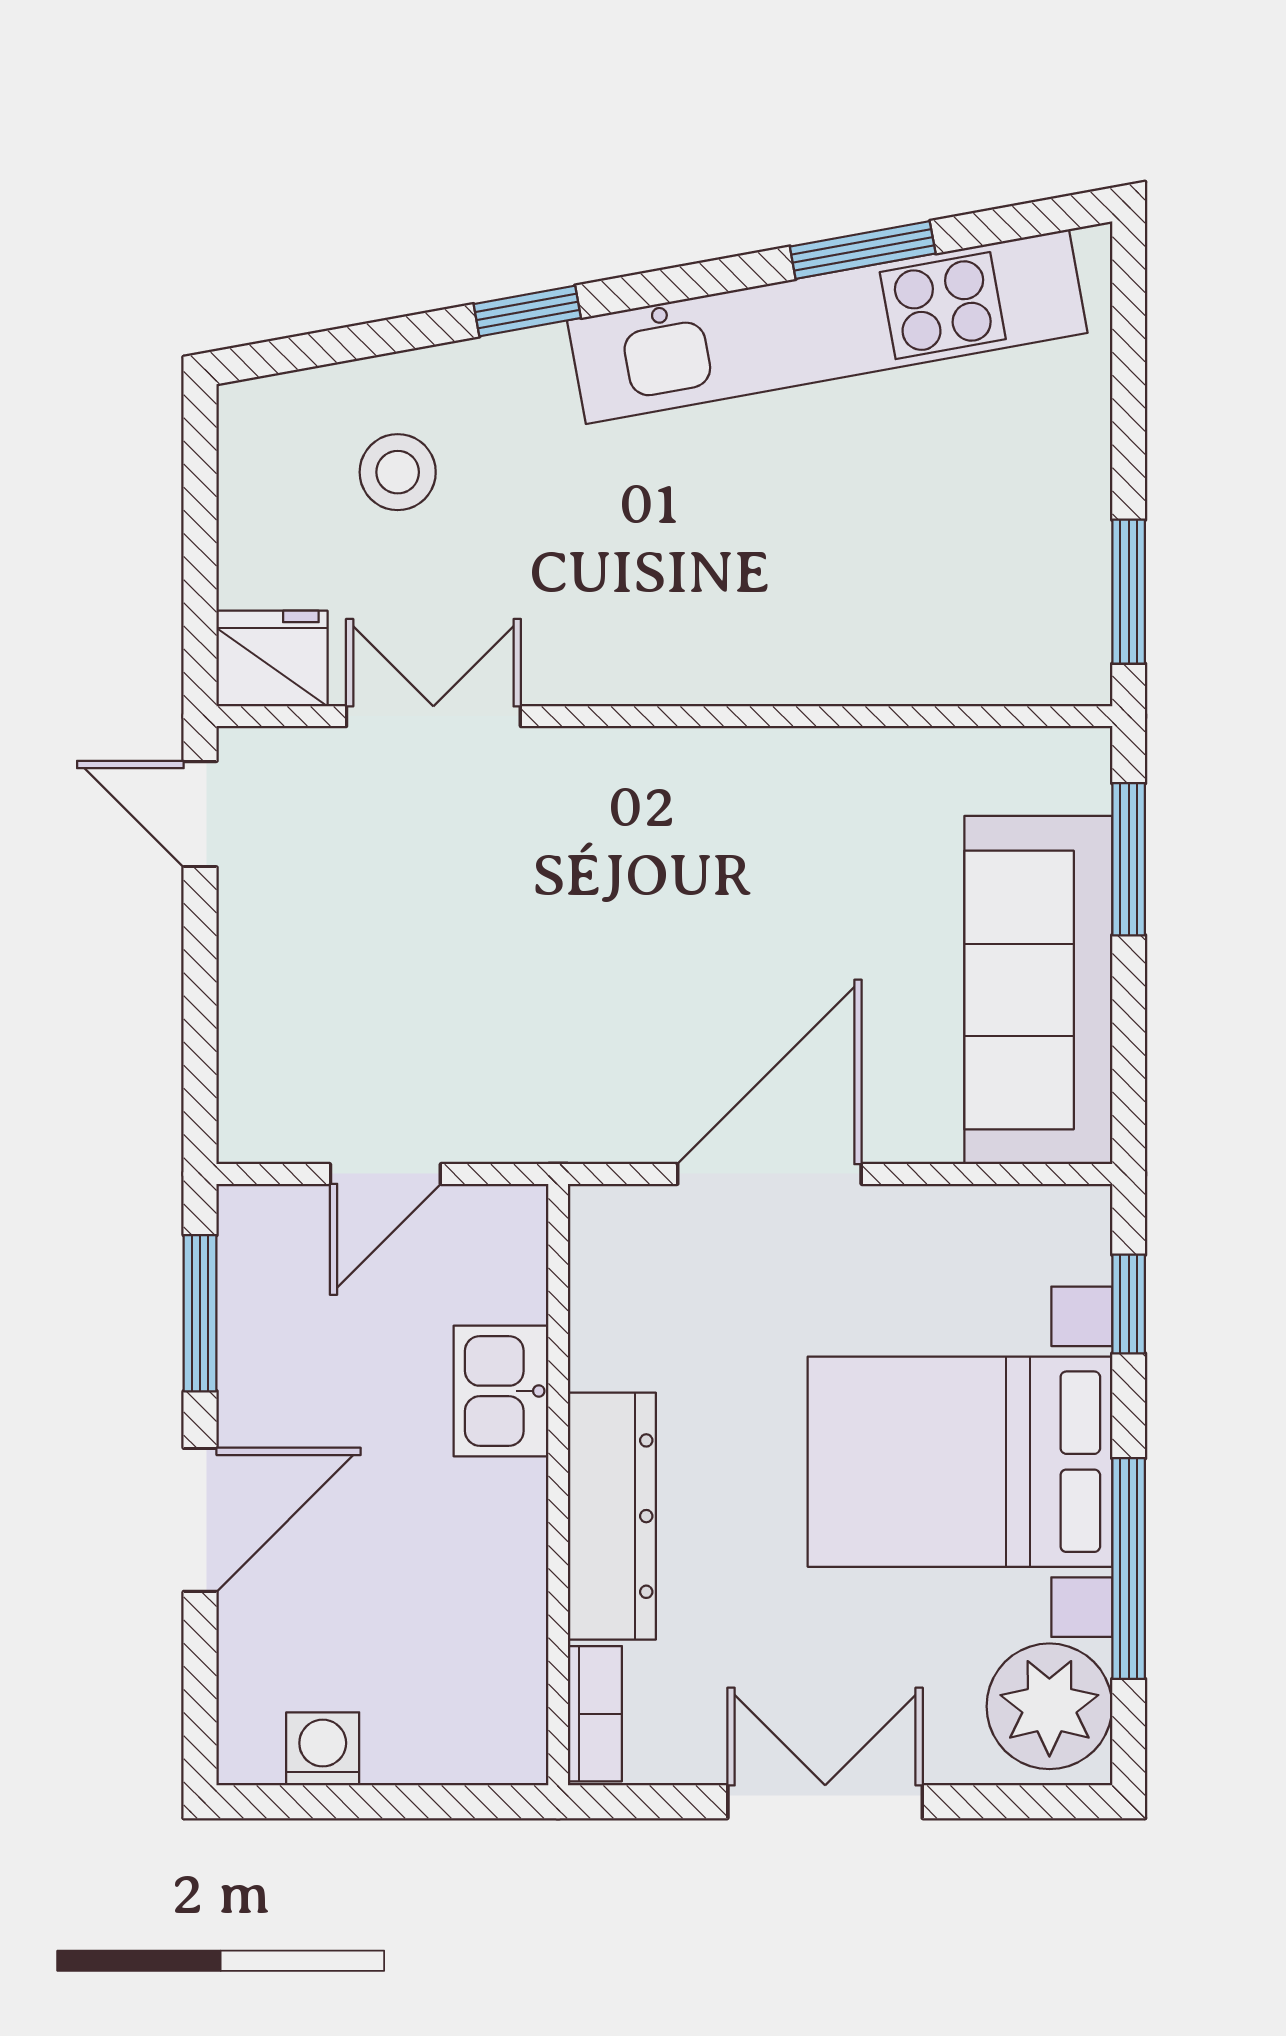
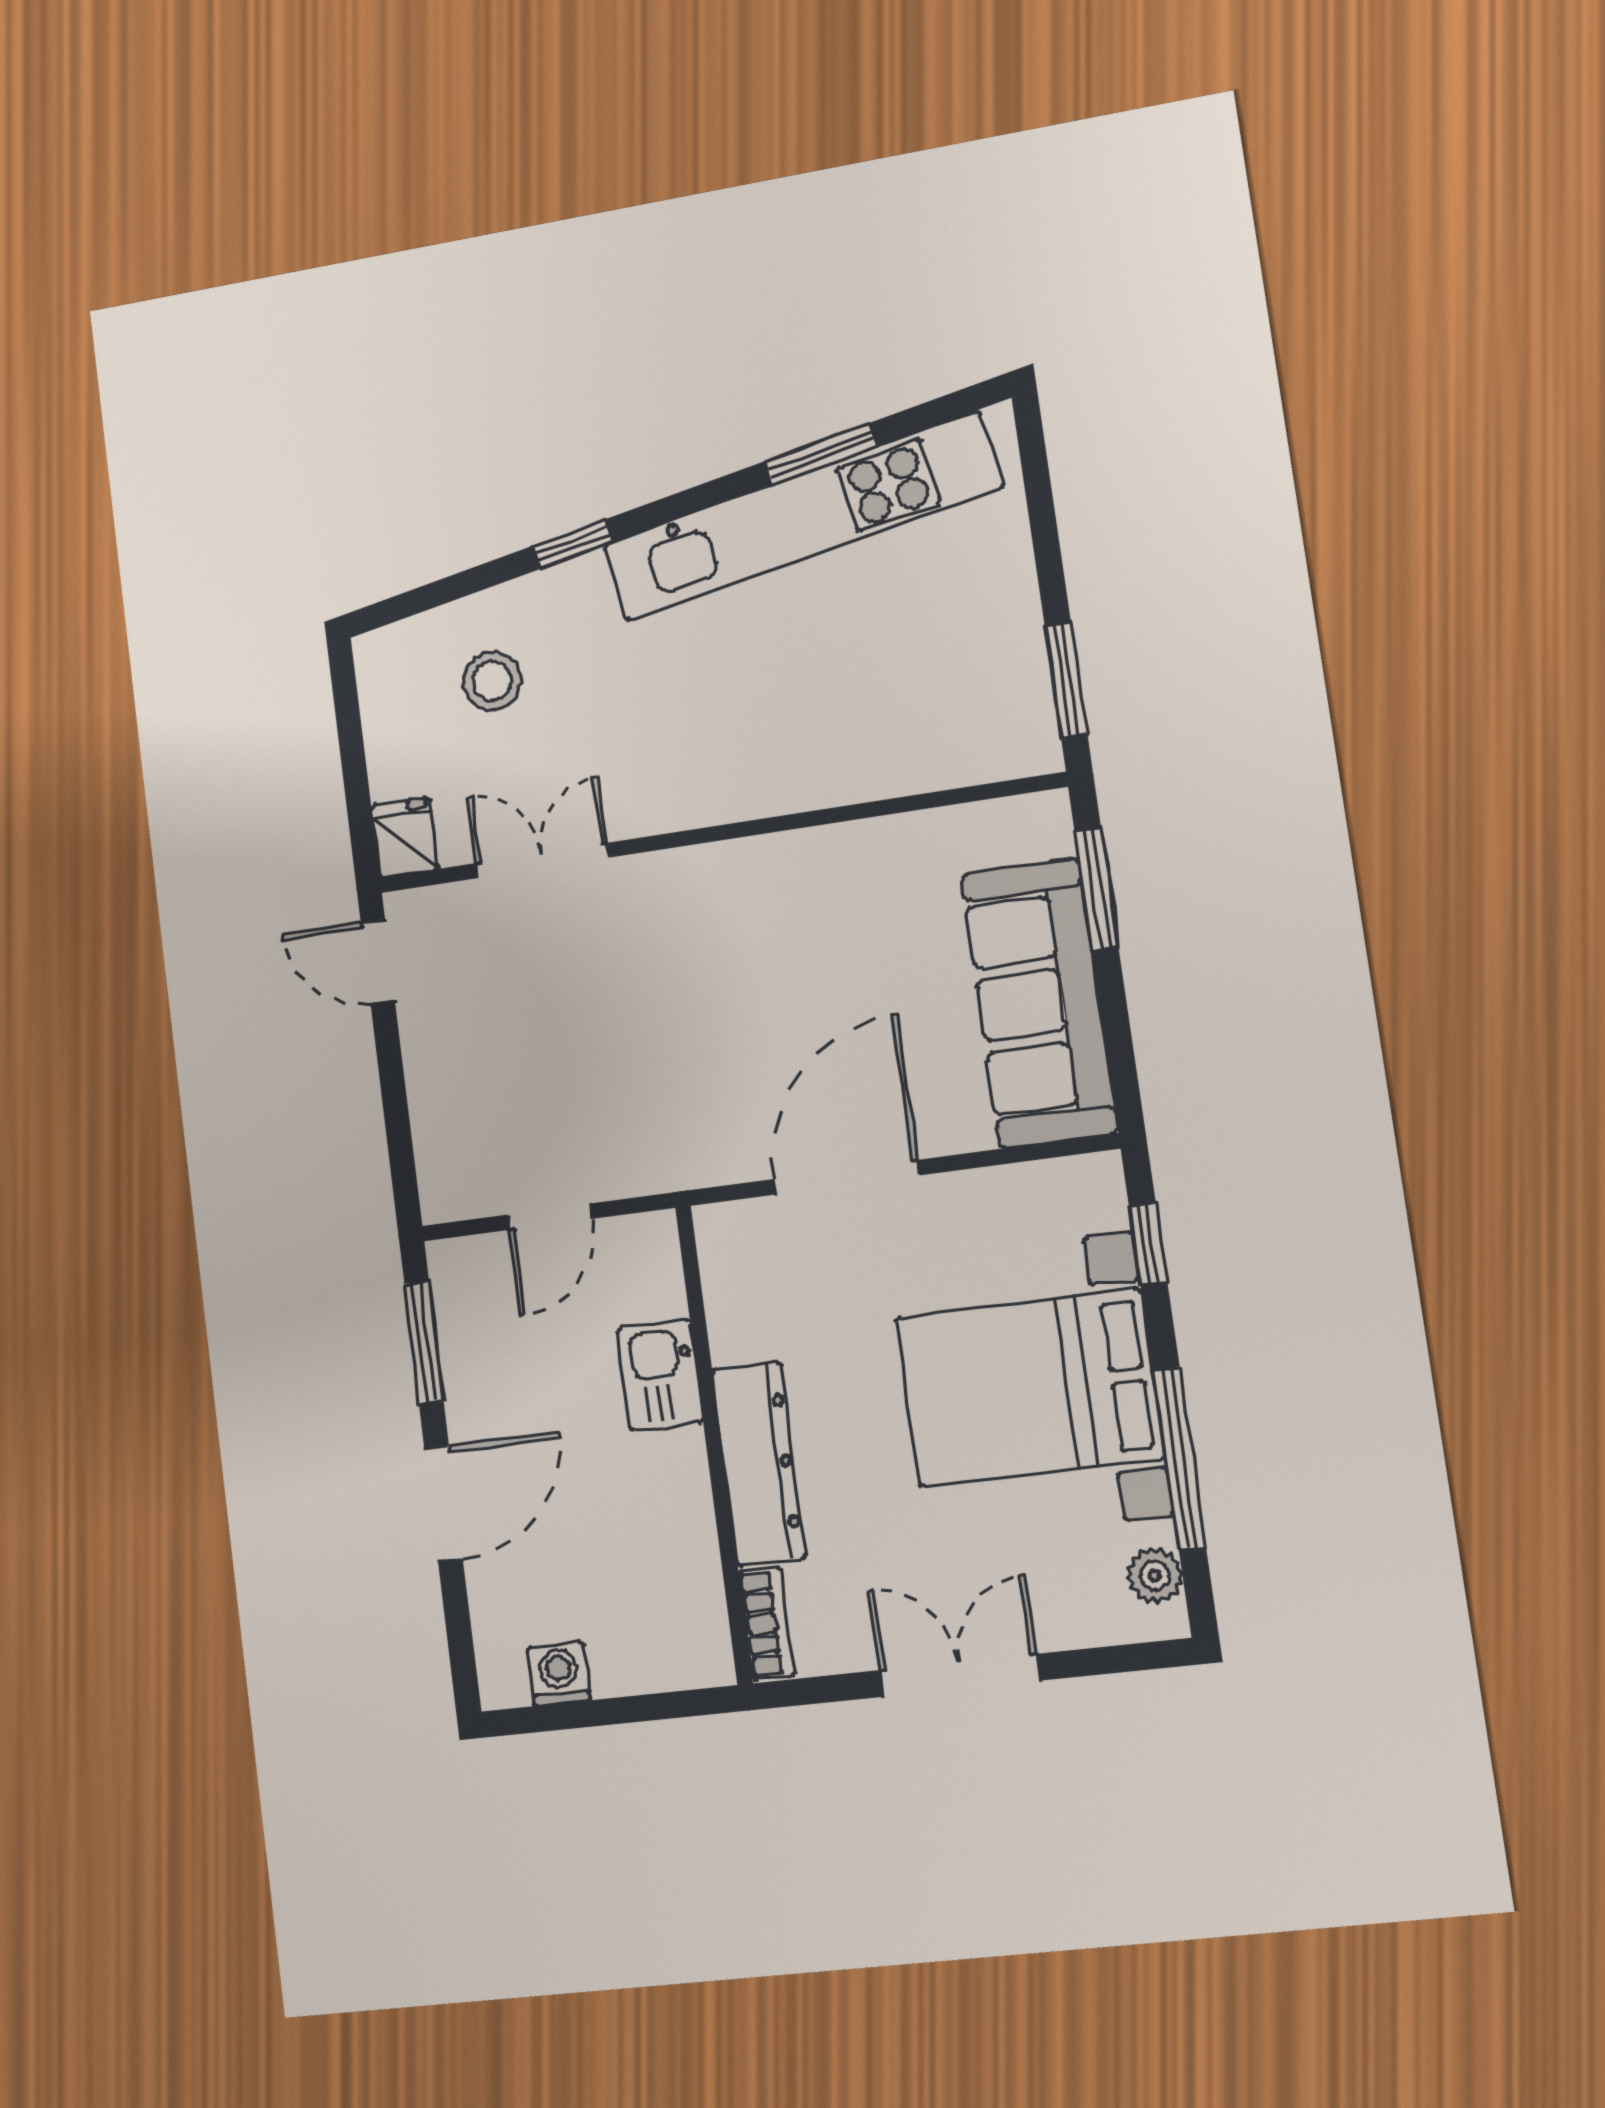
fridge: (272, 659) -> (405, 837), width x0.72
plant: (1049, 1706) -> (1155, 1576), width x0.53, depth x0.53

